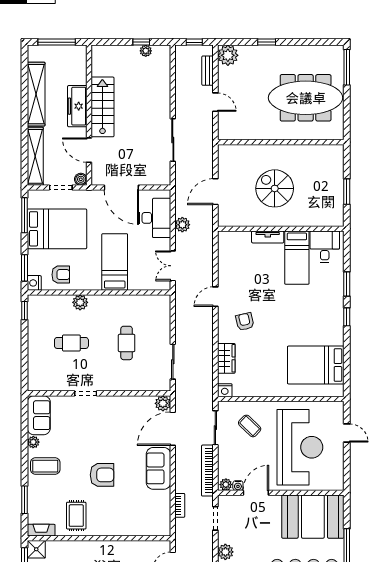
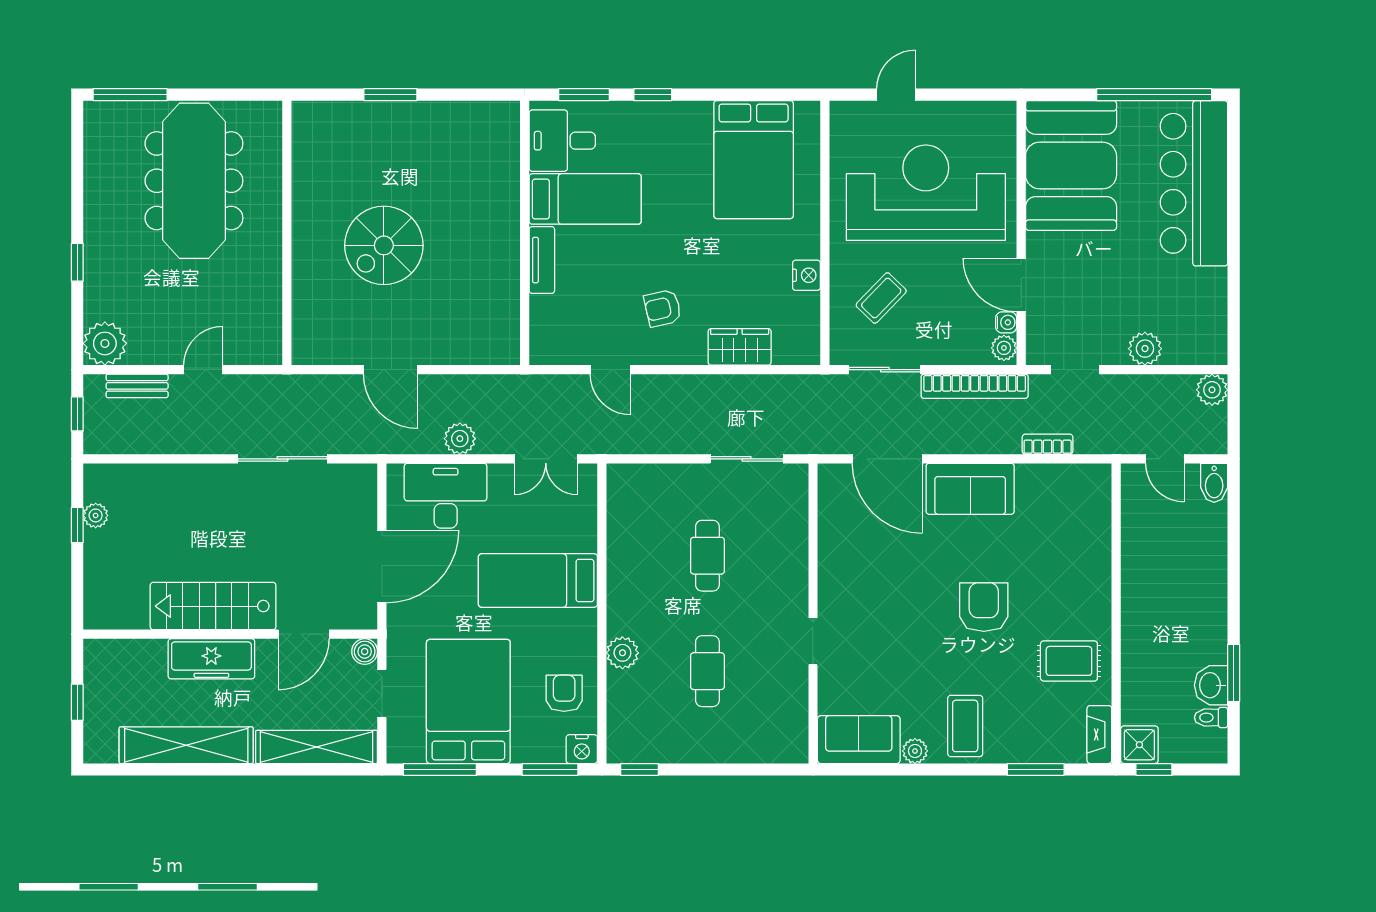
window: (57, 42) -> (77, 702), width x0.46
wall: (281, 229) -> (525, 233), moved
tv unit: (268, 237) -> (542, 260), moved
desk: (325, 247) -> (562, 141), moved
bed: (297, 258) -> (585, 199), moved
cafe table: (127, 343) -> (707, 556), turned 90
nightstand: (225, 390) -> (806, 275), moved
plant: (163, 403) -> (834, 480), removed

